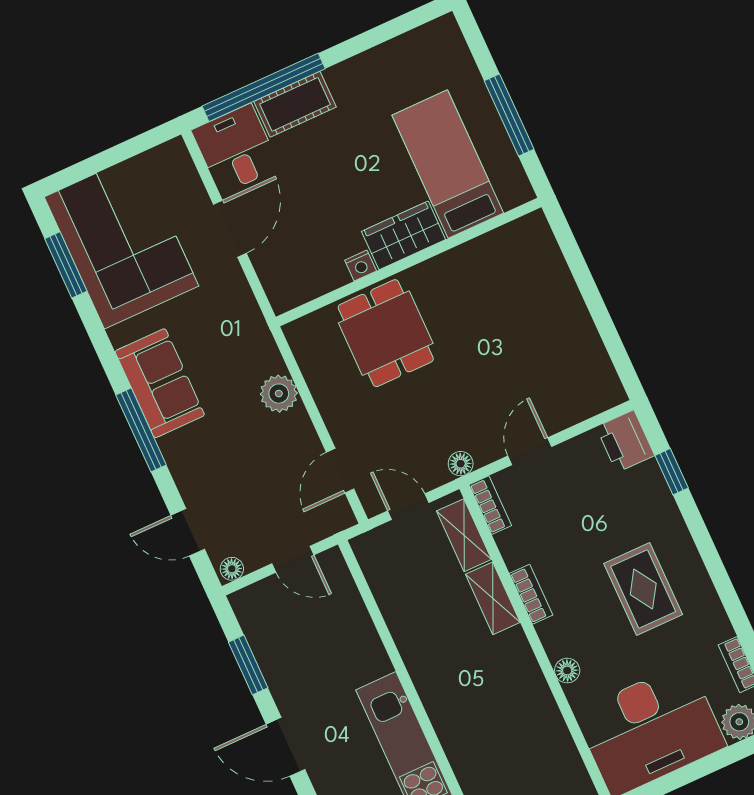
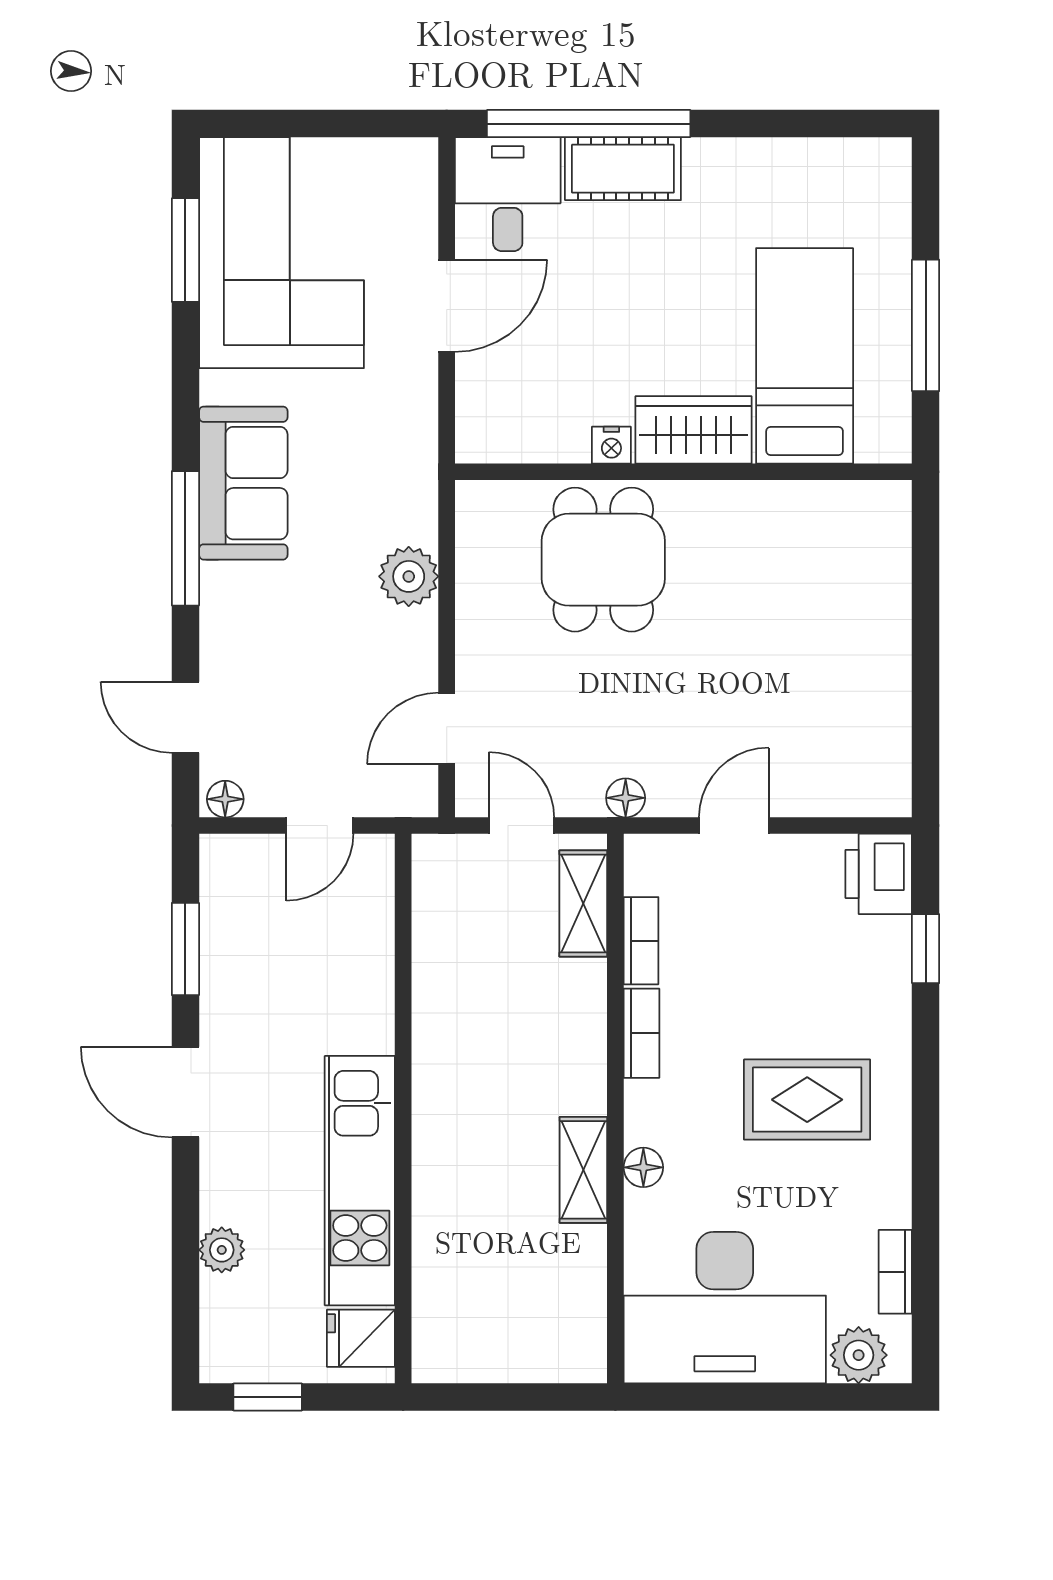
bookcase: (490, 505) -> (641, 941), moved
door: (293, 559) -> (320, 826), hinge flipped
rug: (643, 589) -> (807, 1100), turned 90
shelving: (493, 598) -> (583, 1170), moved

